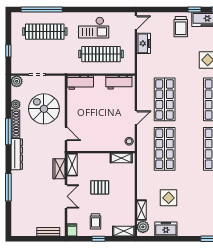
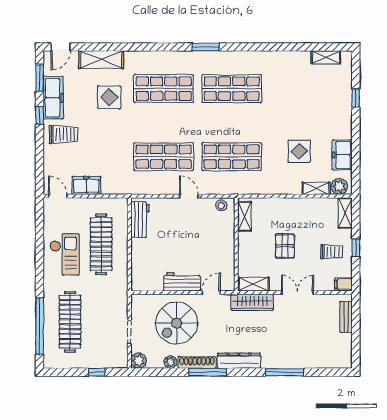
workbench: (80, 82) -> (182, 282), moved, turned -90
wardrobe: (59, 169) -> (252, 302), width x1.50

